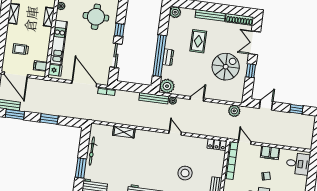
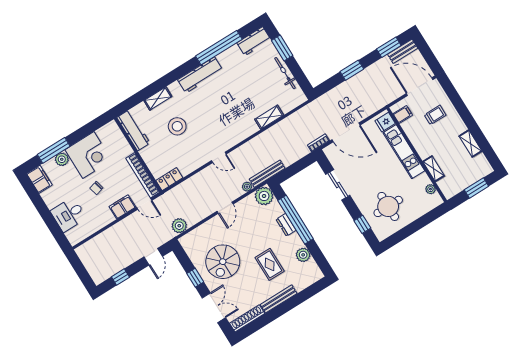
plant: (175, 12) -> (303, 255), moved
window: (119, 30) -> (362, 224), moved
filing cabinet: (270, 153) -> (122, 207), moved
desk: (298, 164) -> (69, 214), moved

